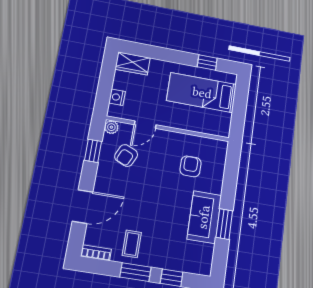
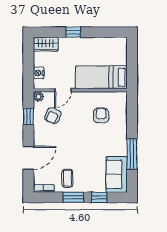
window: (207, 63) -> (73, 32), moved
bed: (202, 93) -> (101, 77), moved
sofa: (204, 217) -> (117, 174), moved
window: (224, 224) -> (132, 154), width x1.44

